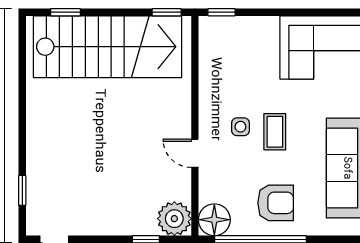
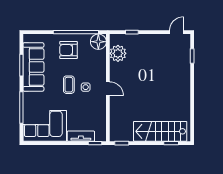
tv unit: (250, 26) -> (81, 136), added
stairs: (108, 47) -> (160, 131), width x0.73, depth x0.66
door: (195, 153) -> (108, 89), moved
plant: (174, 219) -> (118, 53), moved

